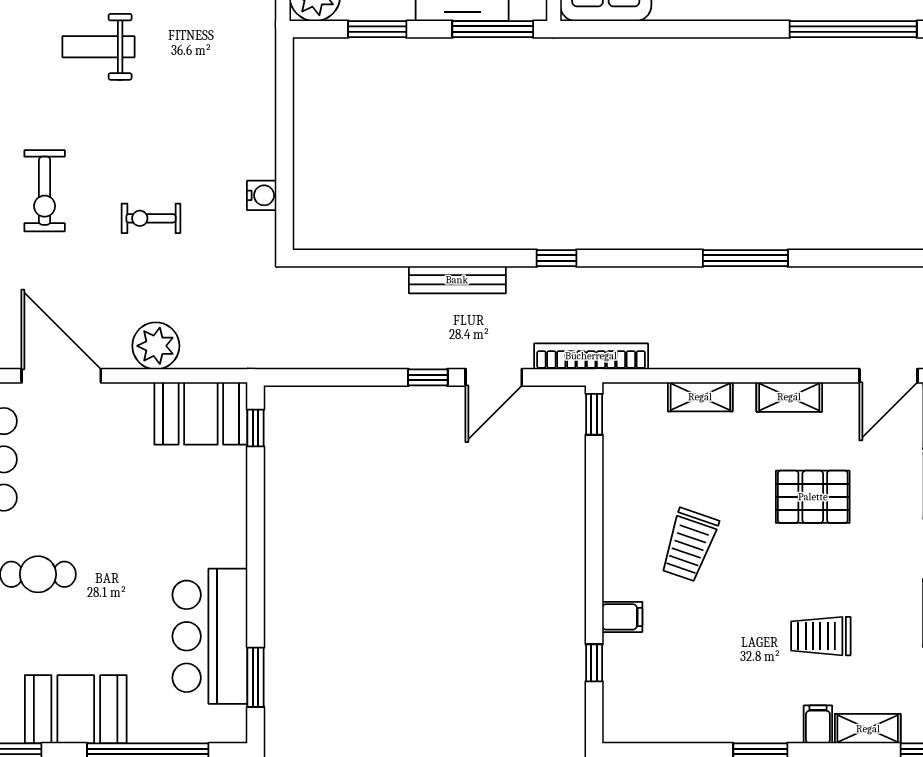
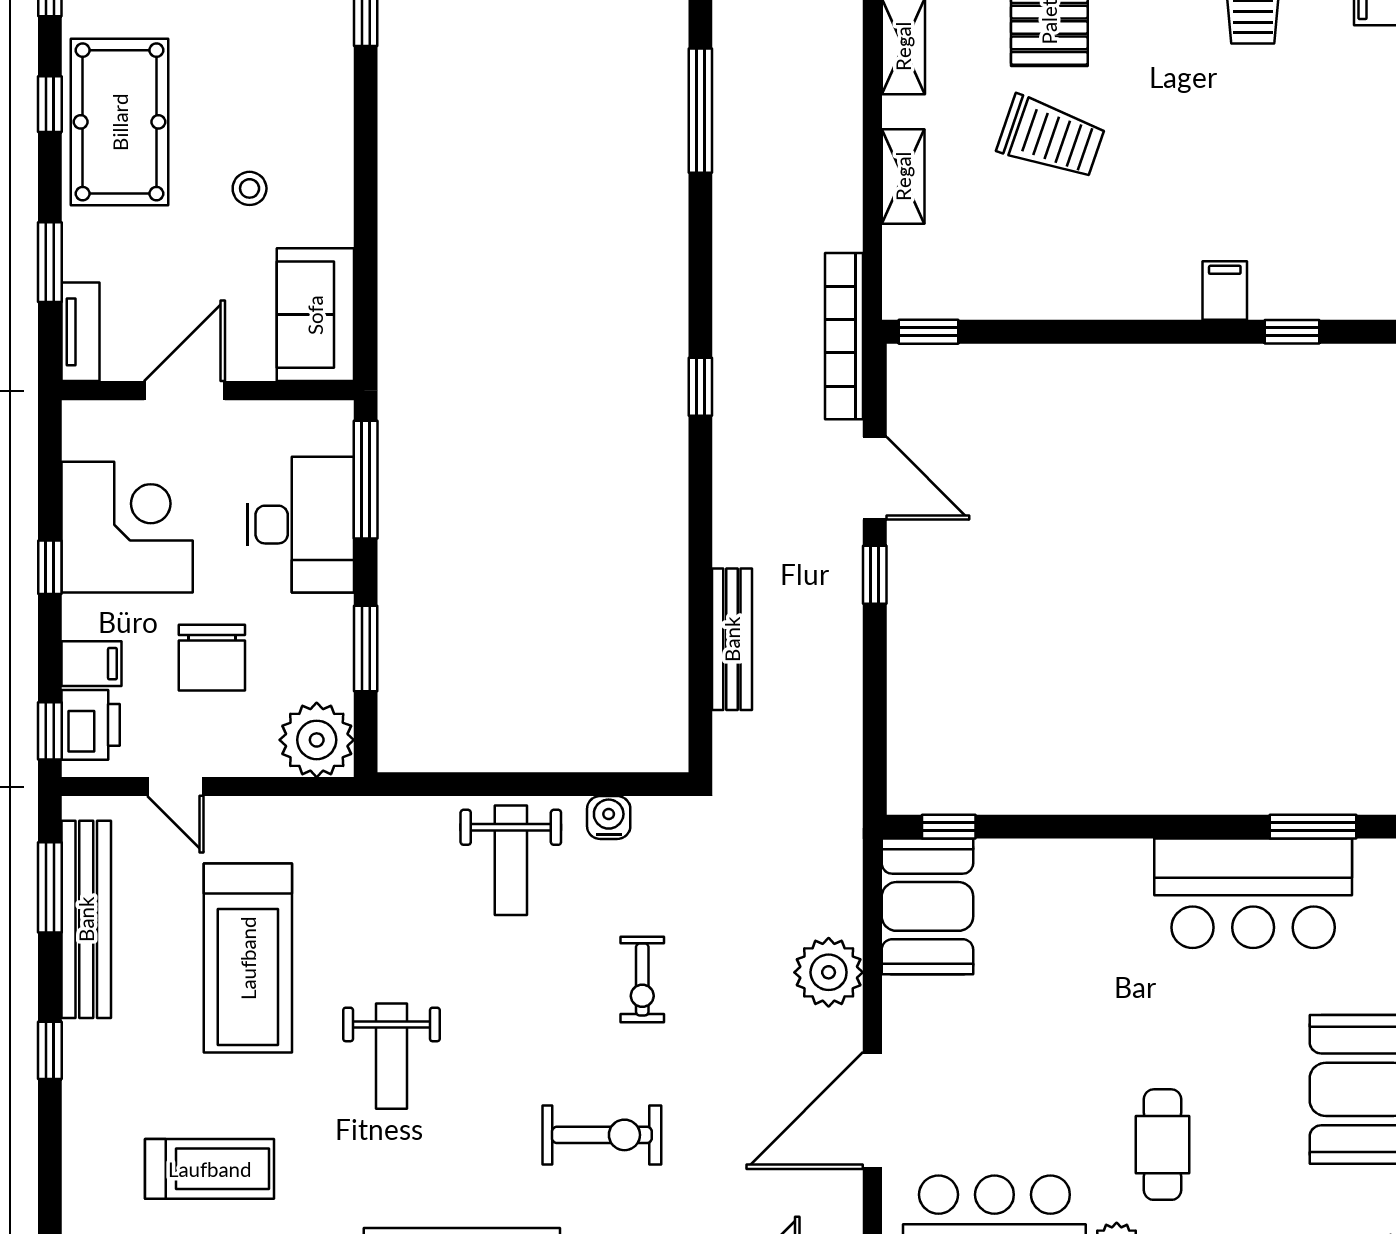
weight bench: (232, 128) -> (511, 860), added
bench: (457, 280) -> (732, 639), moved
trolley: (689, 545) -> (1051, 137), moved

